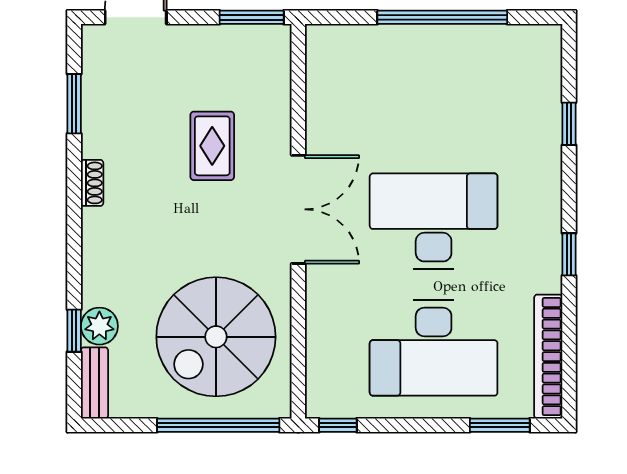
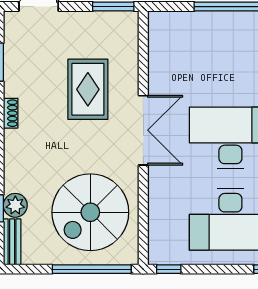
rug: (212, 146) -> (88, 89), width x1.36, depth x1.43

